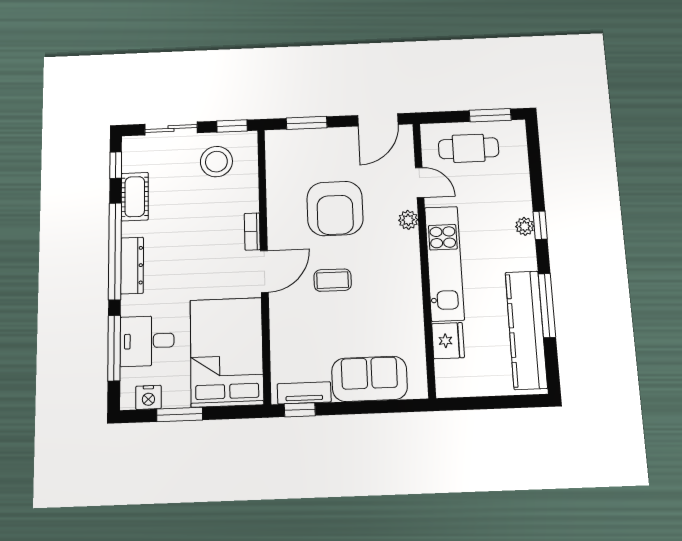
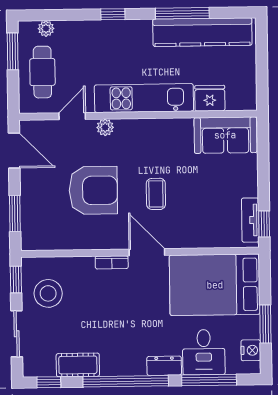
plant: (525, 226) -> (46, 29), moved
dresser: (132, 266) -> (164, 366), moved, width x0.70
sofa: (370, 379) -> (225, 135), moved, turned -90

